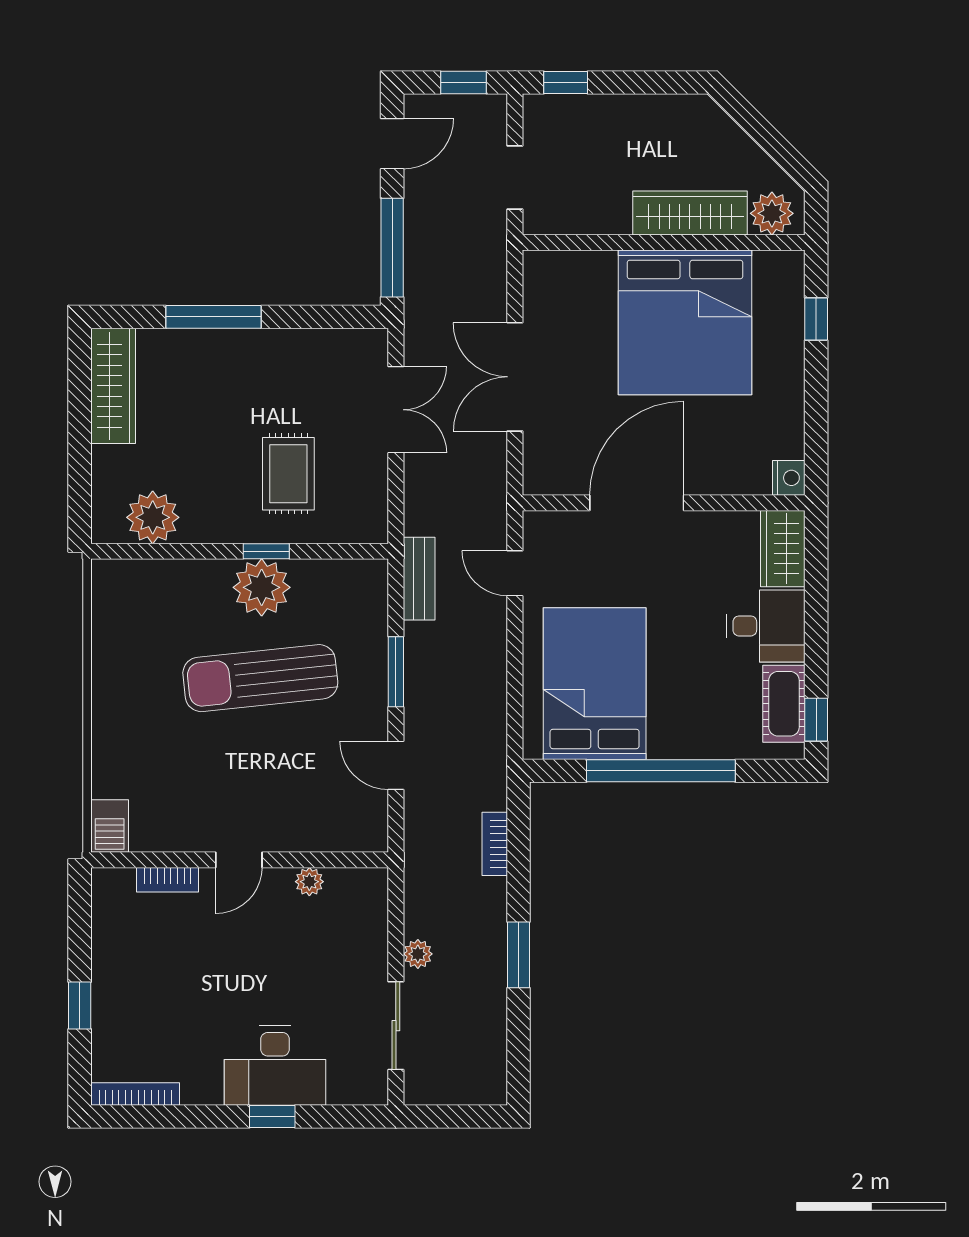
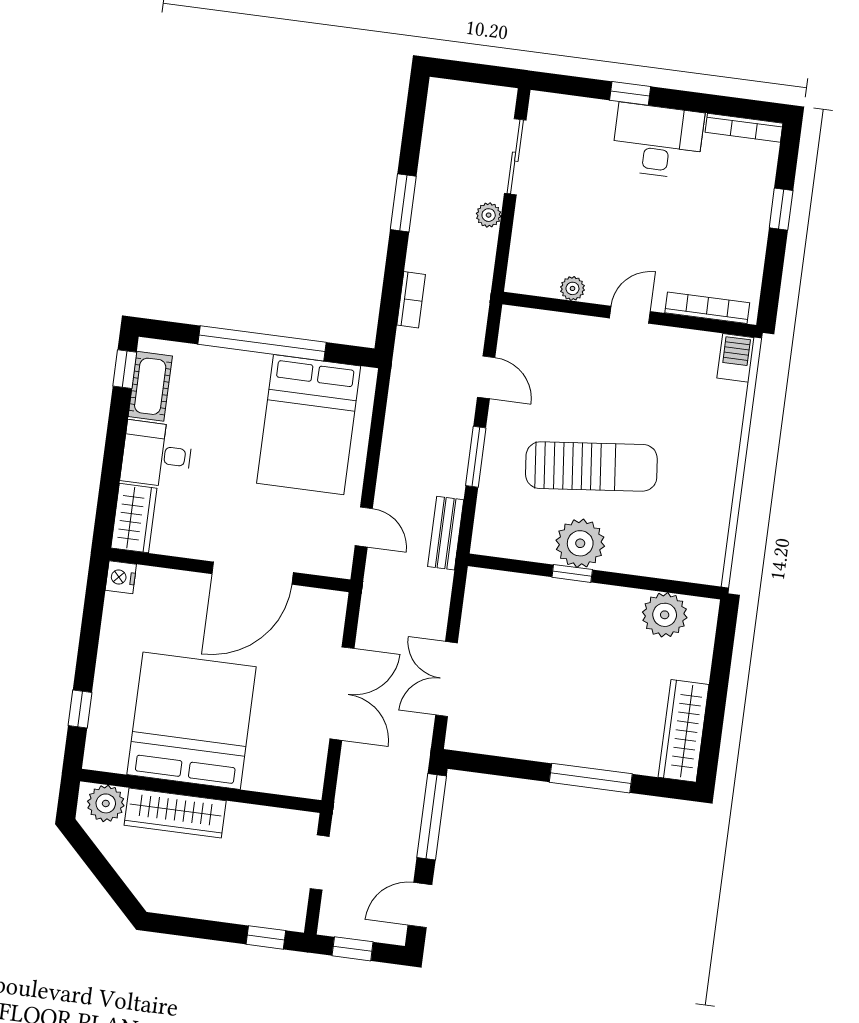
rug: (288, 474) -> (545, 637), removed
bookcase: (167, 880) -> (707, 308), width x1.56
desk: (275, 1066) -> (658, 141), moved

